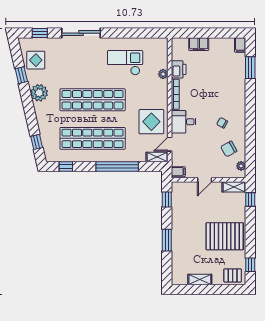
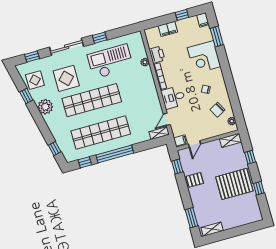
window: (120, 33) -> (100, 38), added
window: (219, 33) -> (182, 15), added
checkout: (125, 63) -> (110, 62), width x1.36, depth x1.21
corner desk: (230, 87) -> (204, 57), added
display table: (151, 122) -> (66, 78), moved
window: (117, 166) -> (115, 154), moved
door: (205, 180) -> (195, 144), moved
window: (250, 199) -> (250, 157), moved
window: (167, 240) -> (191, 218), moved
window: (250, 265) -> (259, 188), moved
pallet: (233, 275) -> (195, 180), moved
shelving: (200, 279) -> (212, 229), moved

